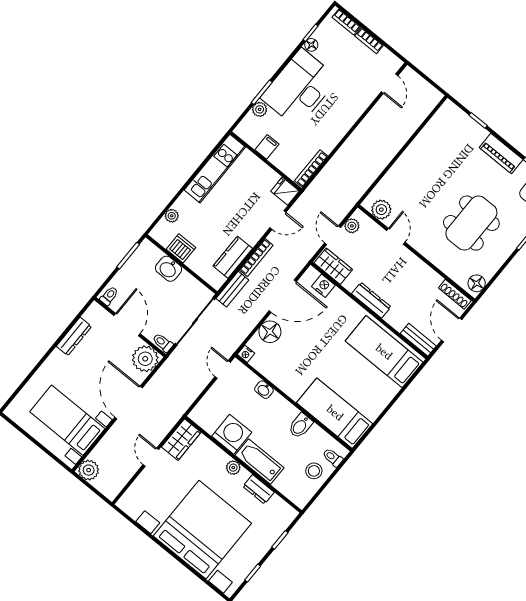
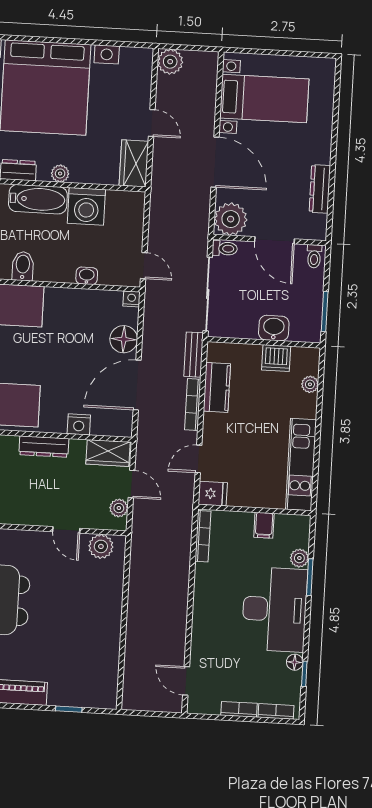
nightstand: (323, 286) -> (79, 424), moved
plant: (89, 470) -> (170, 62), moved

